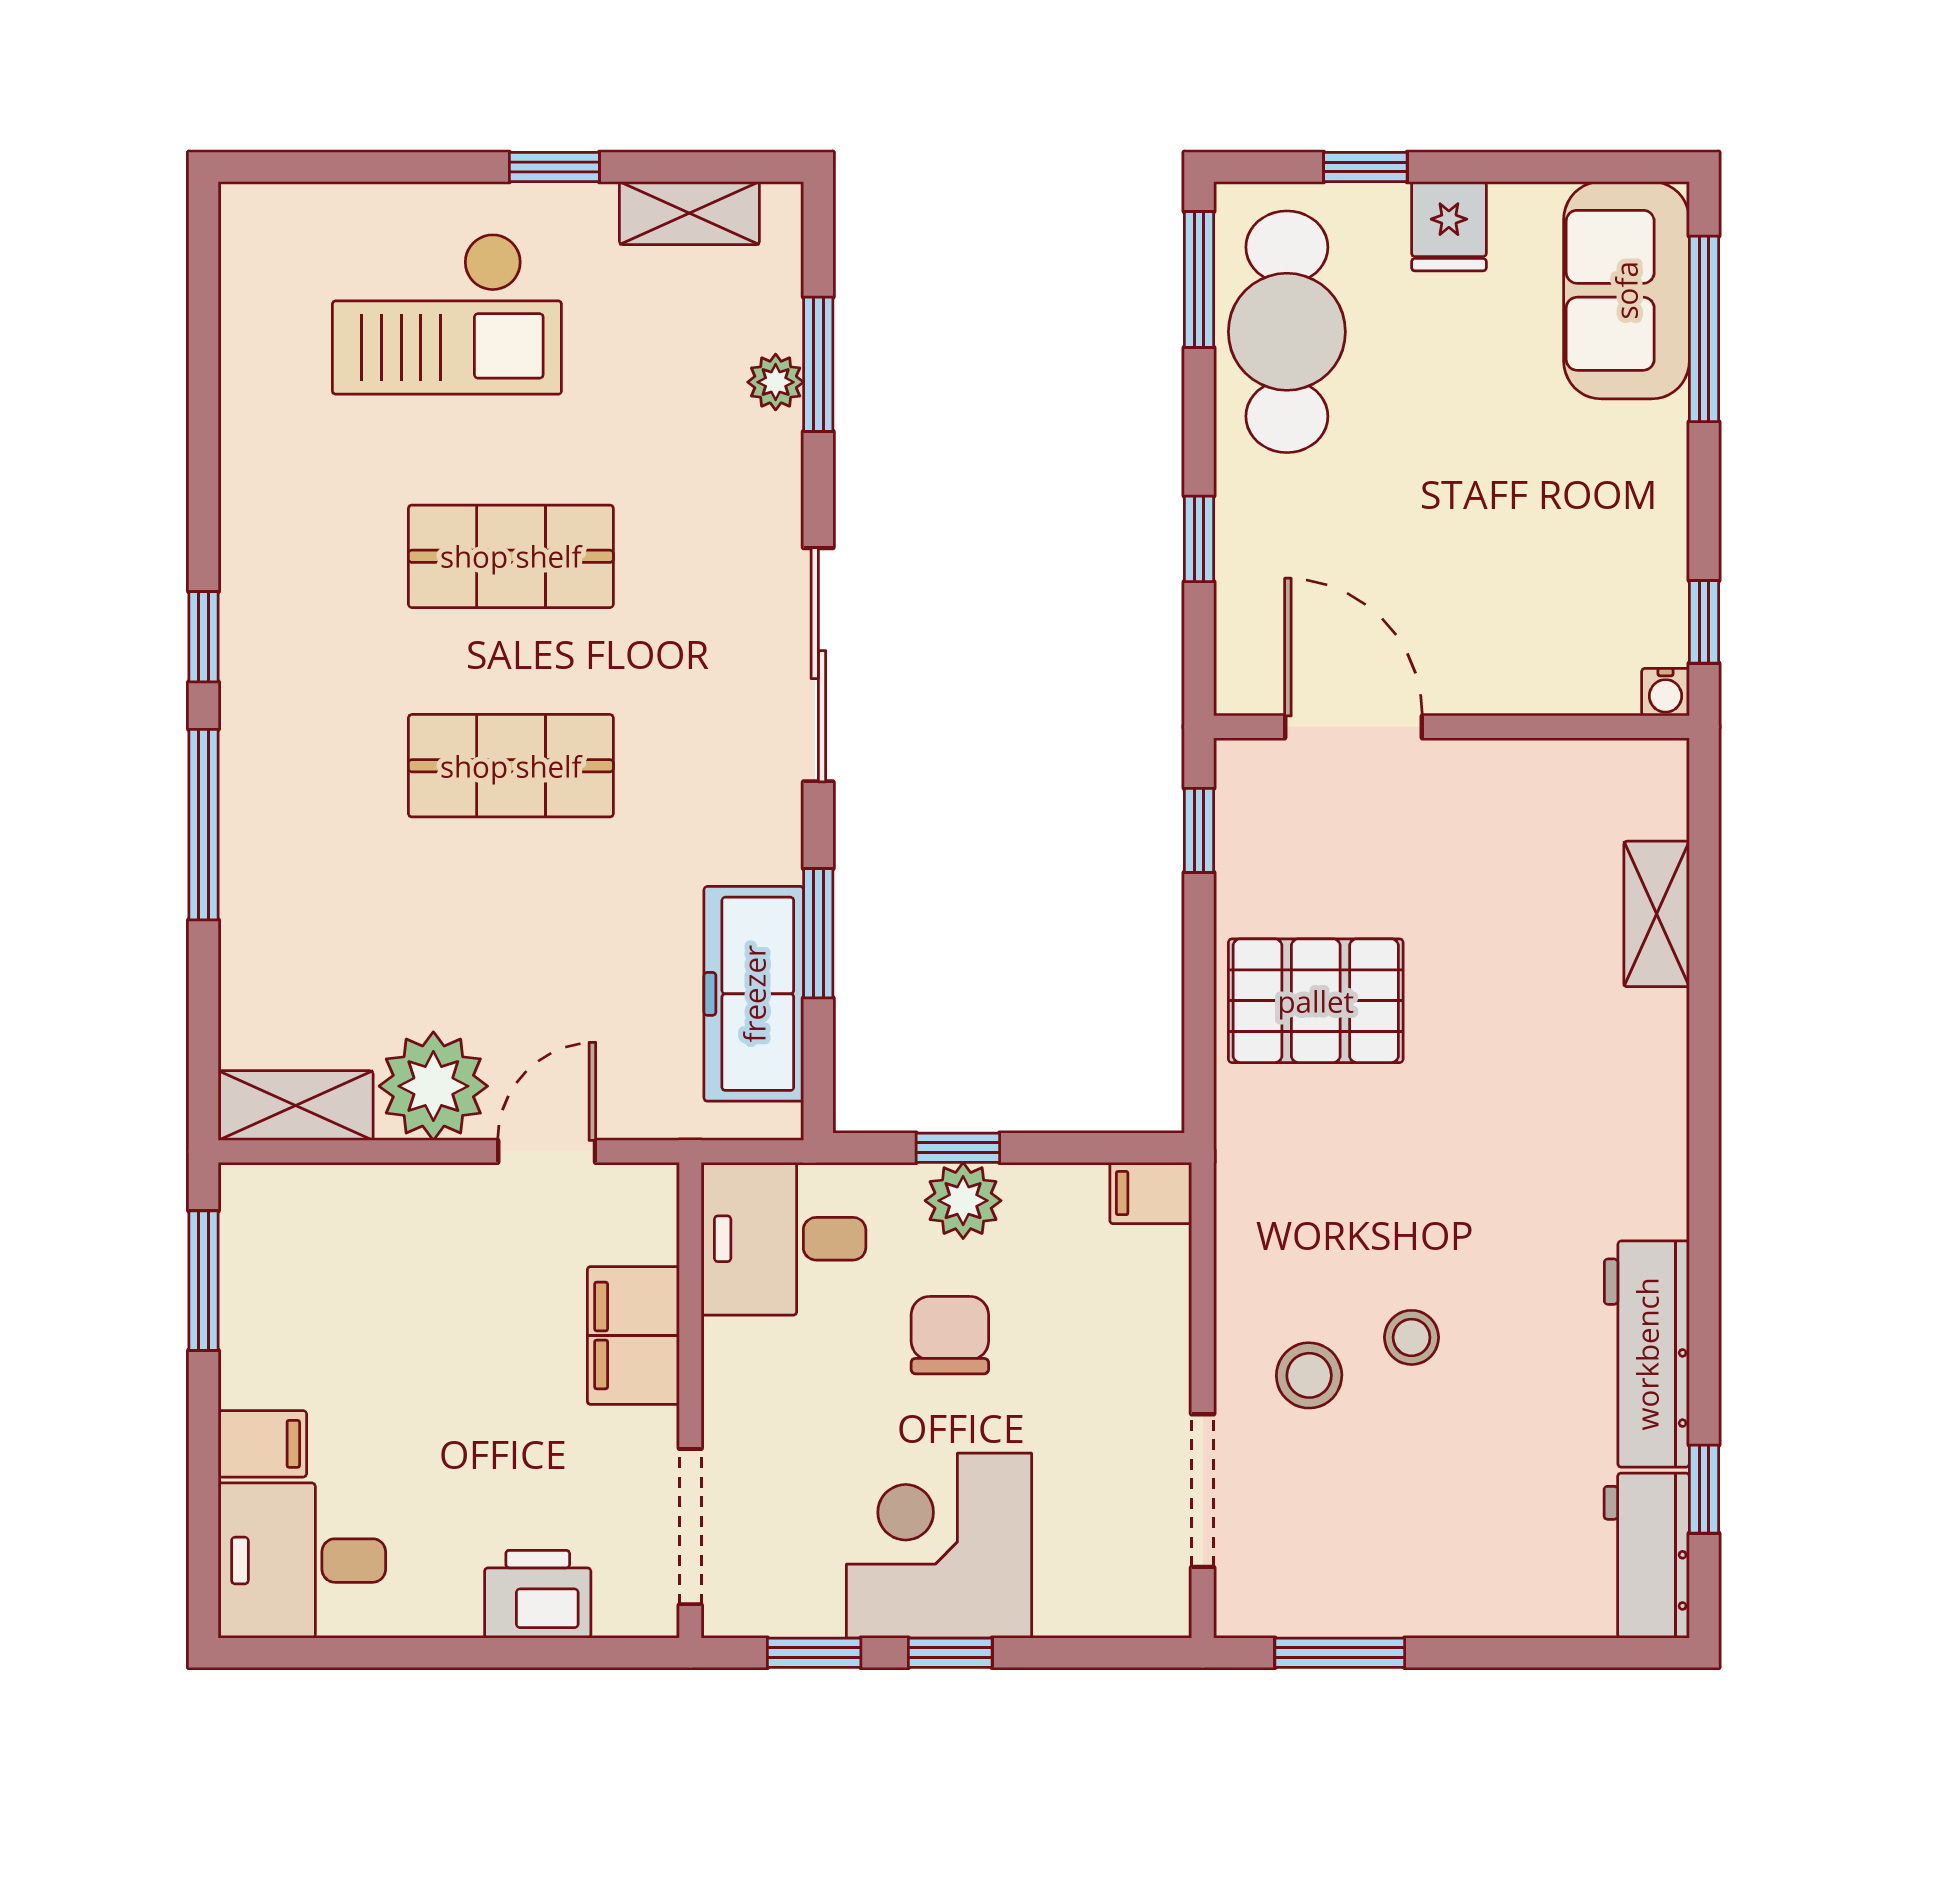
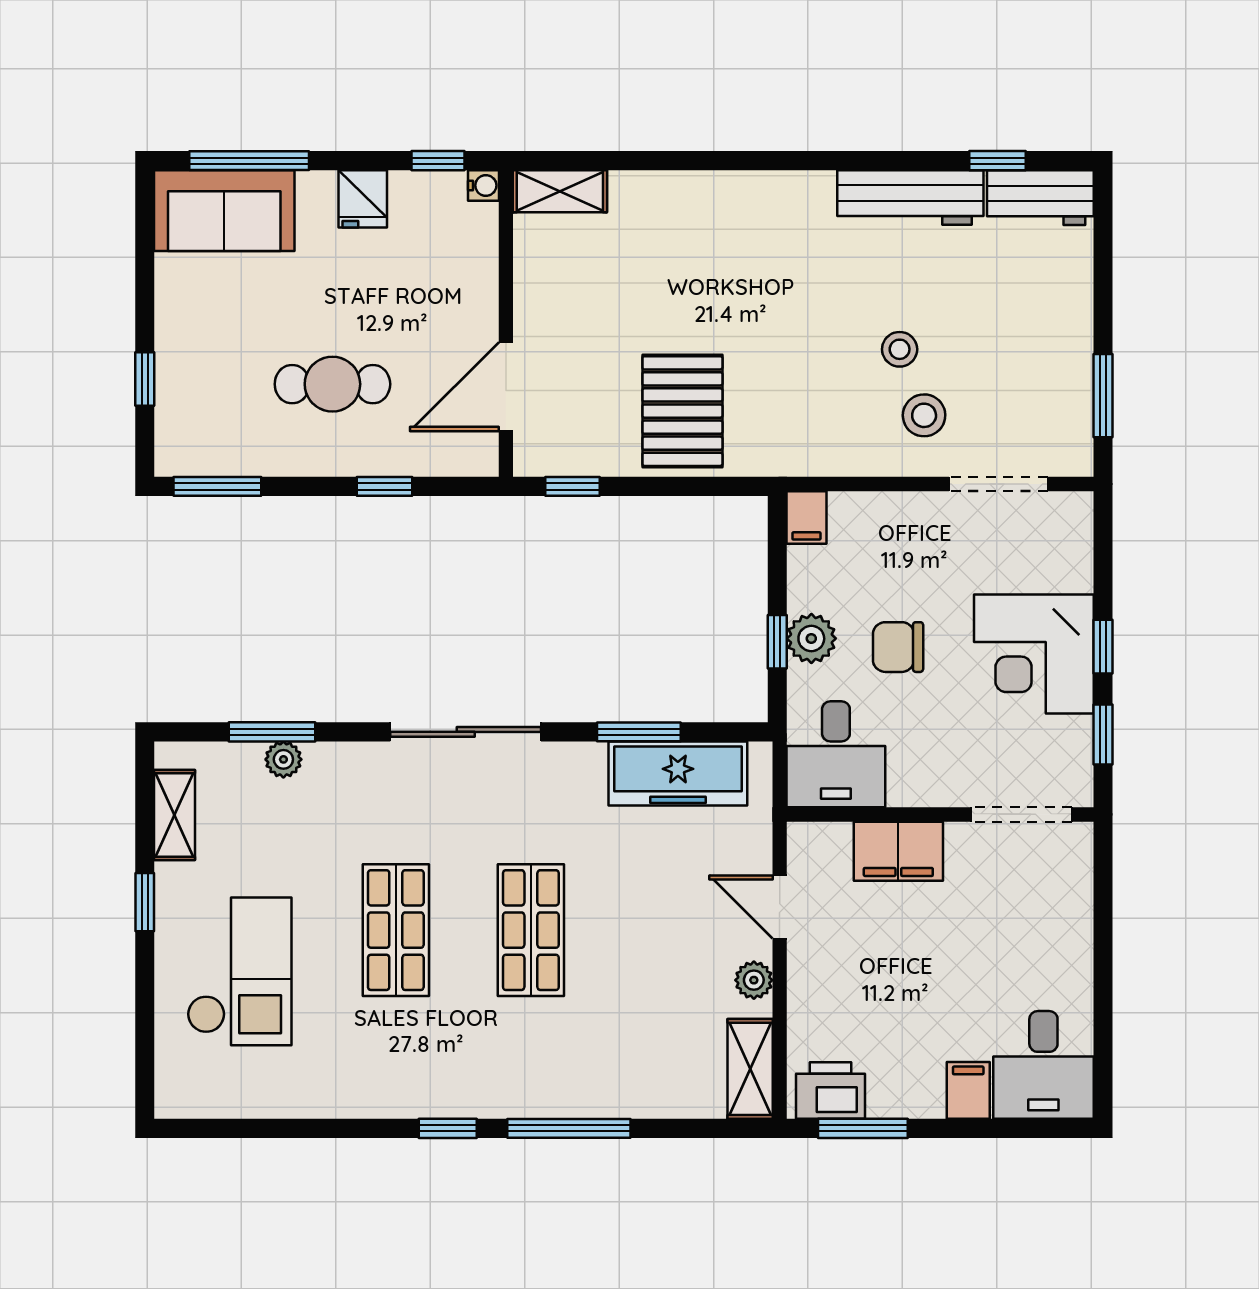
fridge: (1449, 226) -> (363, 199), moved, turned 90
cafe table: (1287, 332) -> (332, 384), moved, width x0.73, depth x0.74
shelving: (1657, 914) -> (560, 191), moved
plant: (433, 1086) -> (754, 980), width x0.53, depth x0.53
printer: (538, 1594) -> (830, 1091), moved, turned 90

